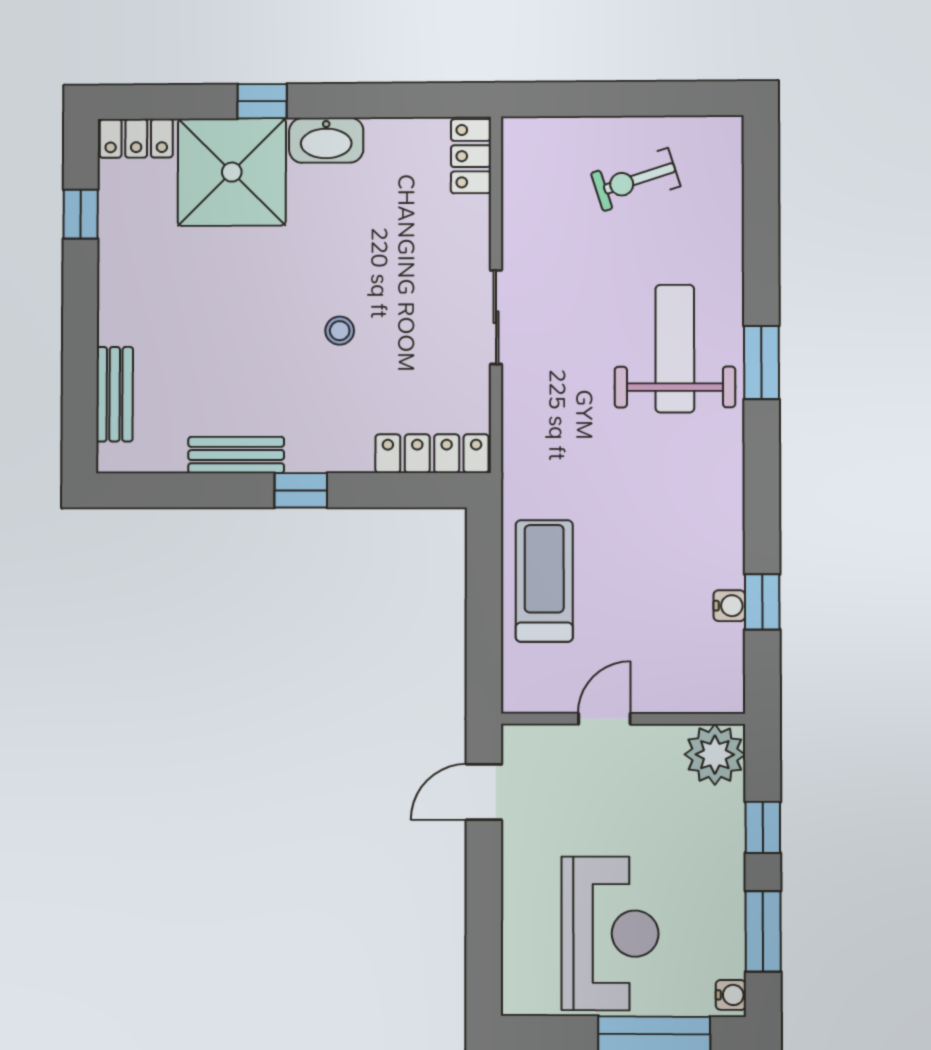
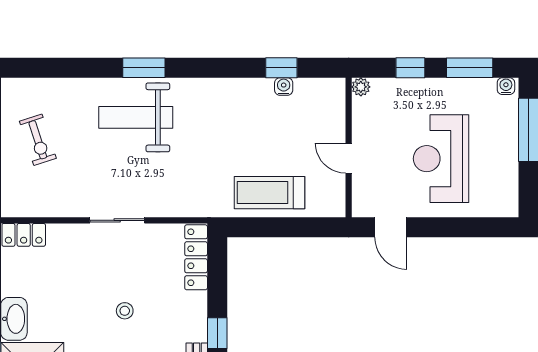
plant: (715, 755) -> (361, 87), width x0.53, depth x0.53
reception desk: (610, 933) -> (441, 159), moved, turned -90

